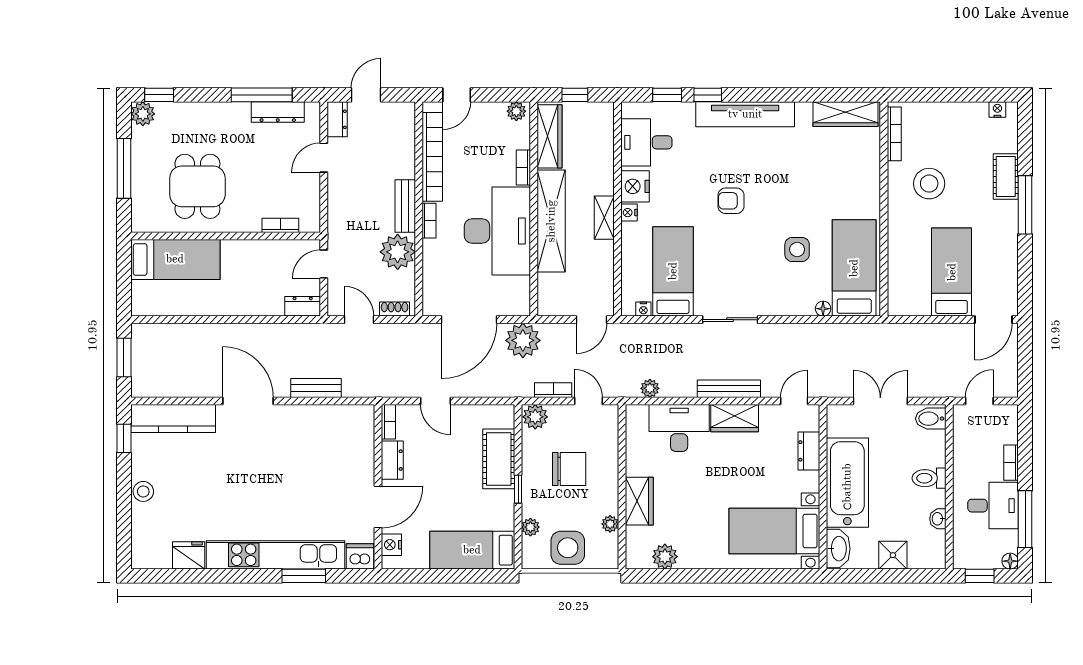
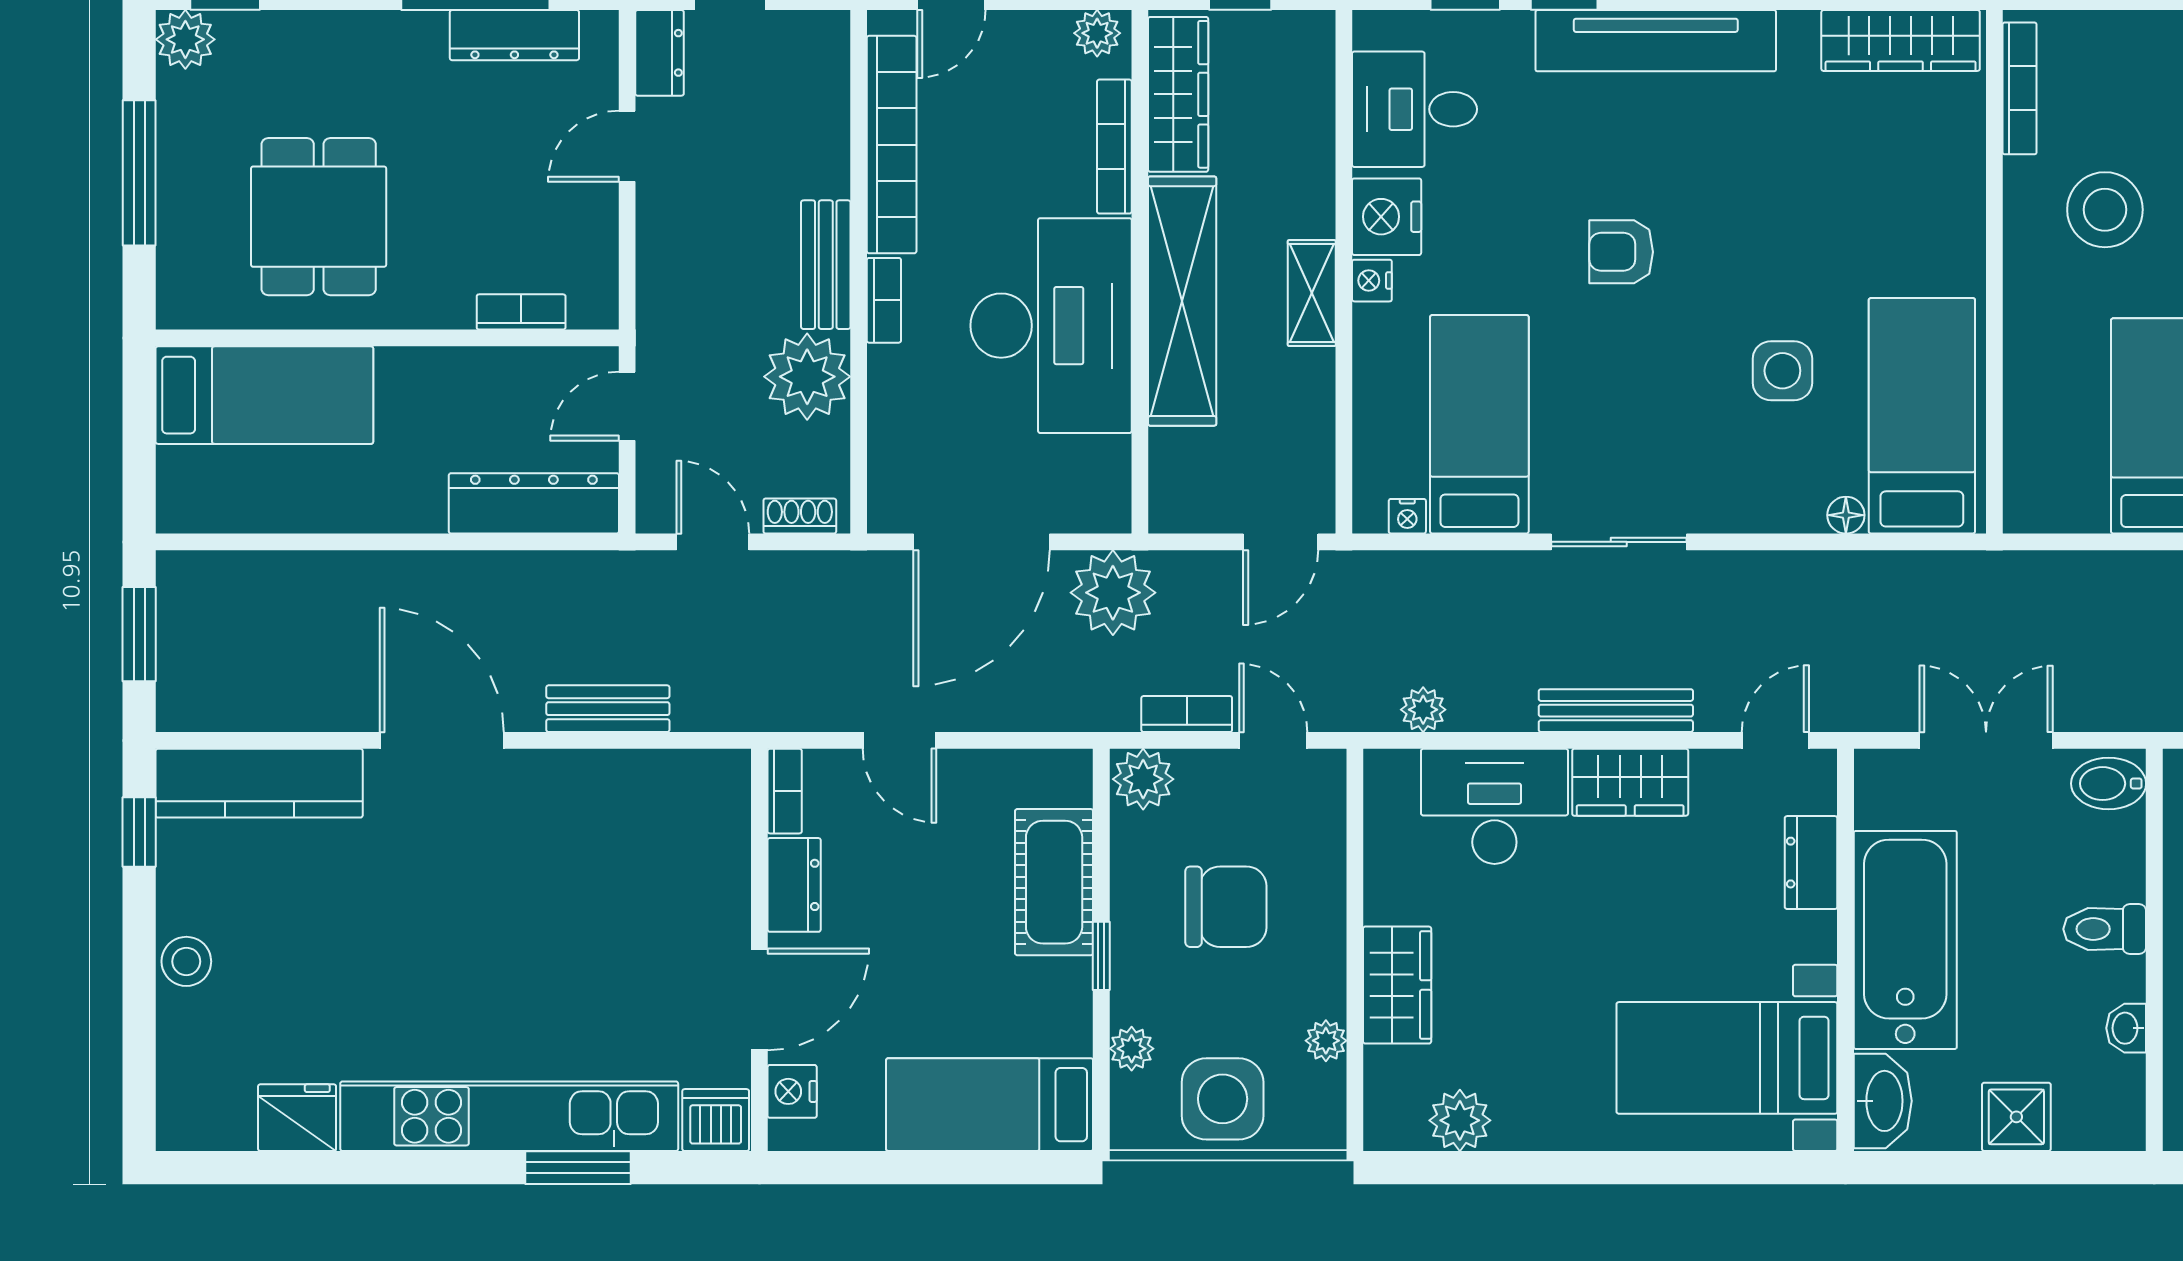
bookcase: (523, 168) -> (1114, 147), width x1.56
dresser: (303, 306) -> (534, 503), width x1.96, depth x1.24

